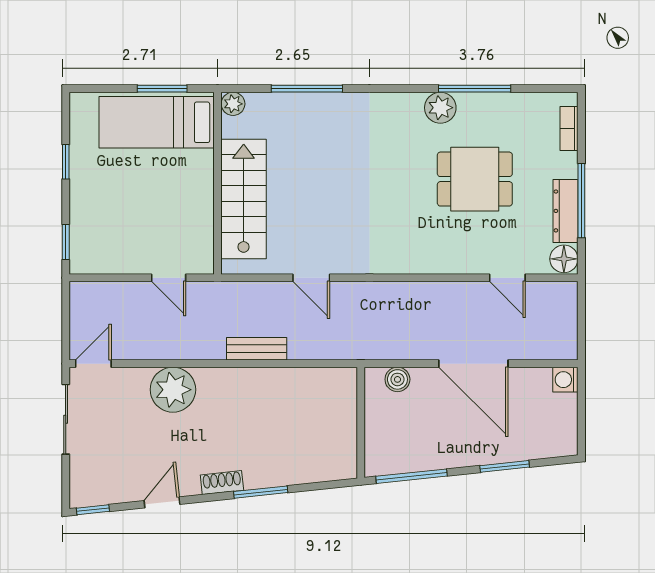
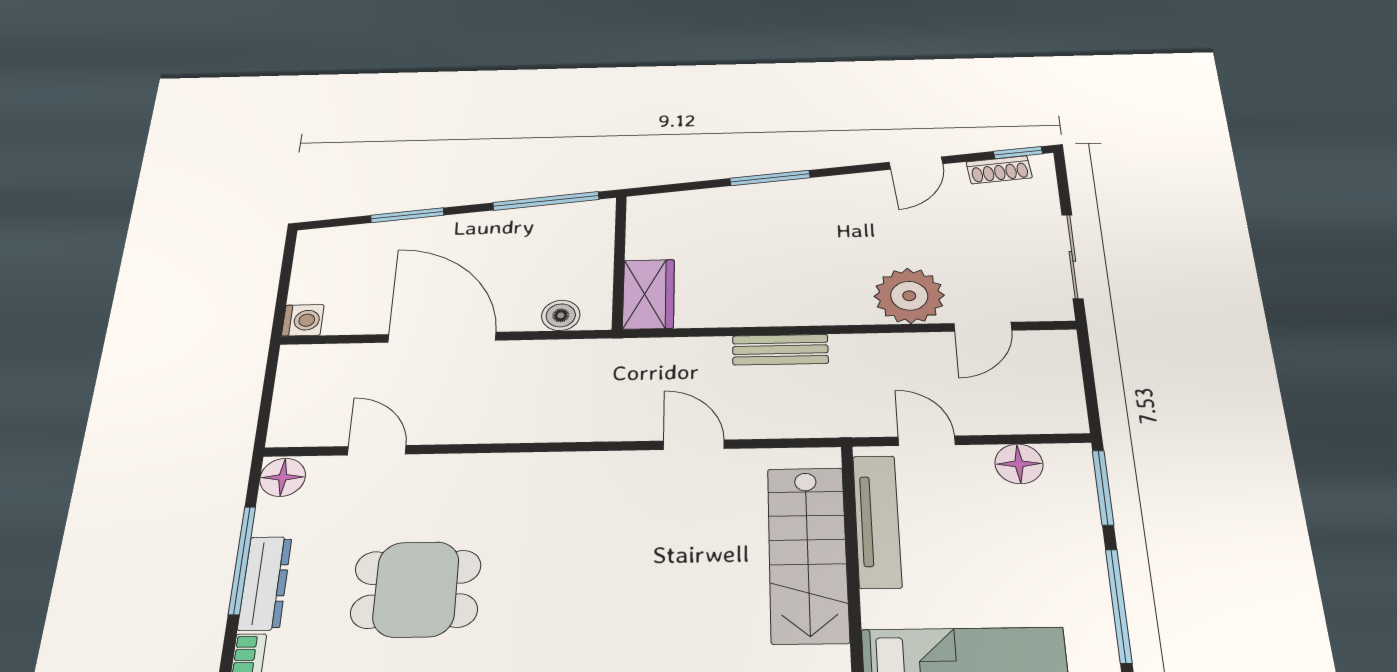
window: (66, 162) -> (1119, 606), width x2.17
dresser: (566, 211) -> (265, 583), moved
tv unit: (202, 221) -> (877, 521), added
window: (66, 242) -> (1103, 488), width x1.50
floor lamp: (114, 260) -> (1019, 464), added
door: (93, 364) -> (983, 327), moved
wardrobe: (341, 395) -> (649, 294), added
shoe rack: (222, 483) -> (999, 170), moved

